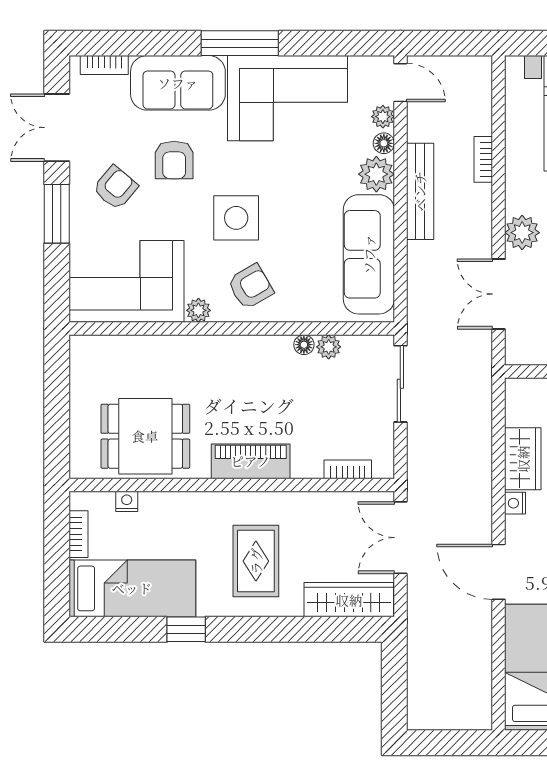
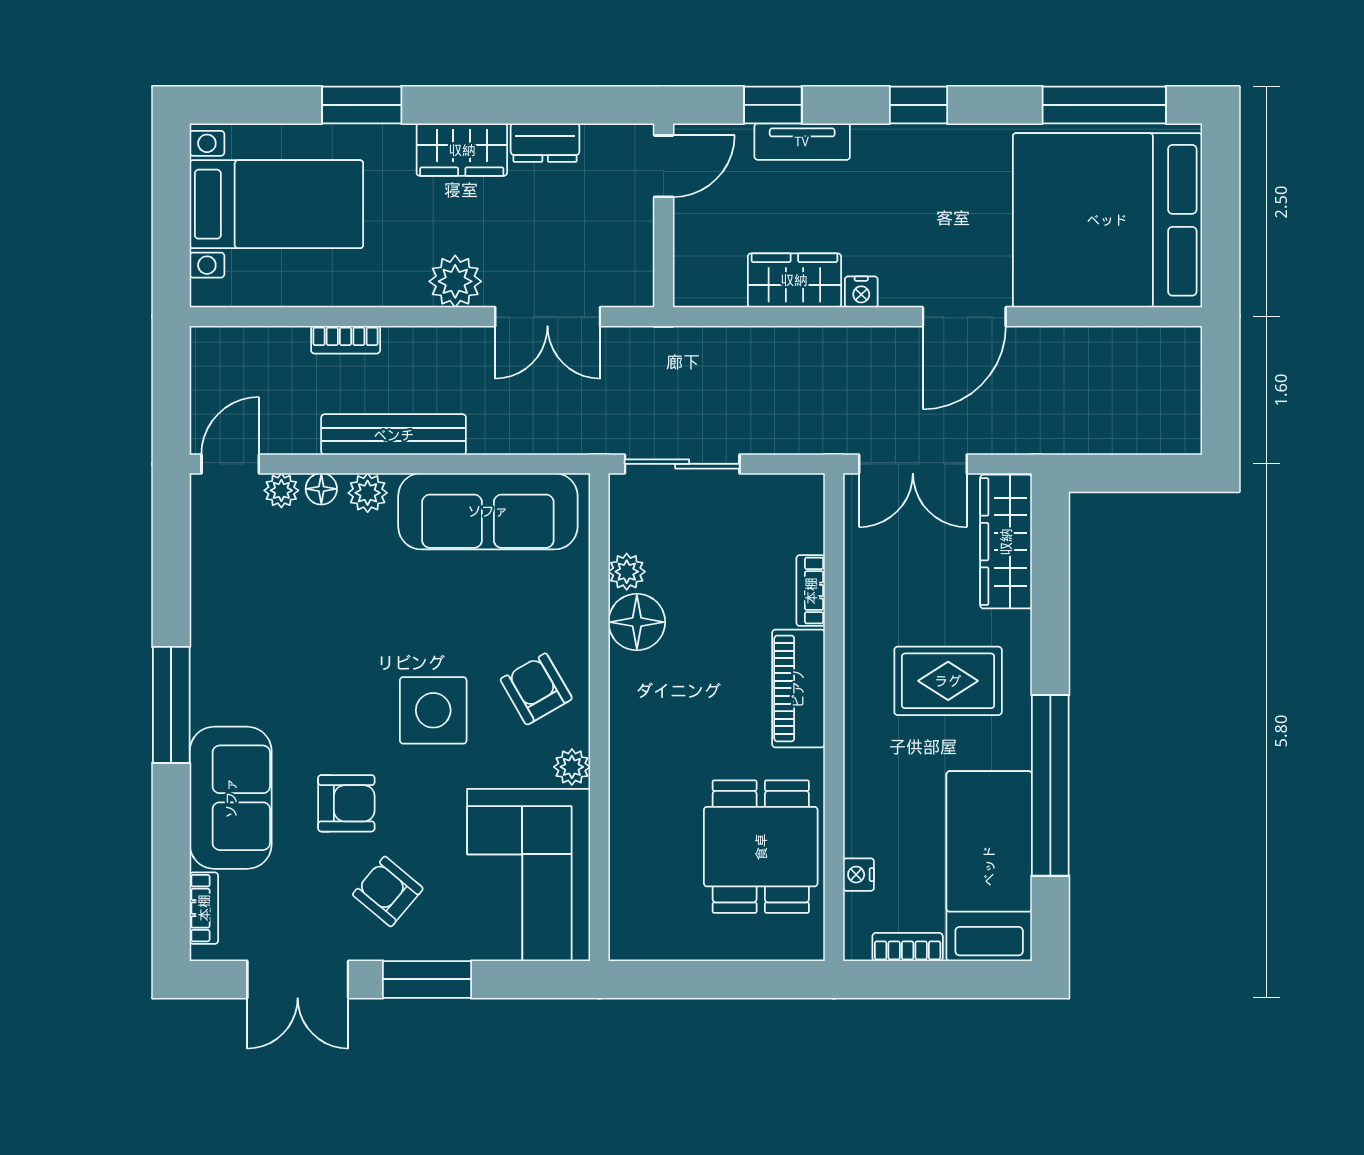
corner sofa: (288, 98) -> (254, 633), removed
plant: (376, 174) -> (368, 493), width x0.73, depth x0.73
floor lamp: (304, 345) -> (637, 622), width x1.89, depth x1.89
bookcase: (348, 469) -> (811, 591), moved
window: (186, 629) -> (1050, 785), width x3.17

